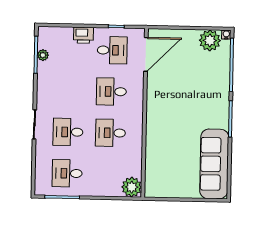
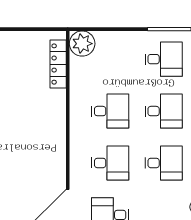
desk: (69, 91) -> (164, 163), added
locker: (151, 171) -> (58, 64), added

